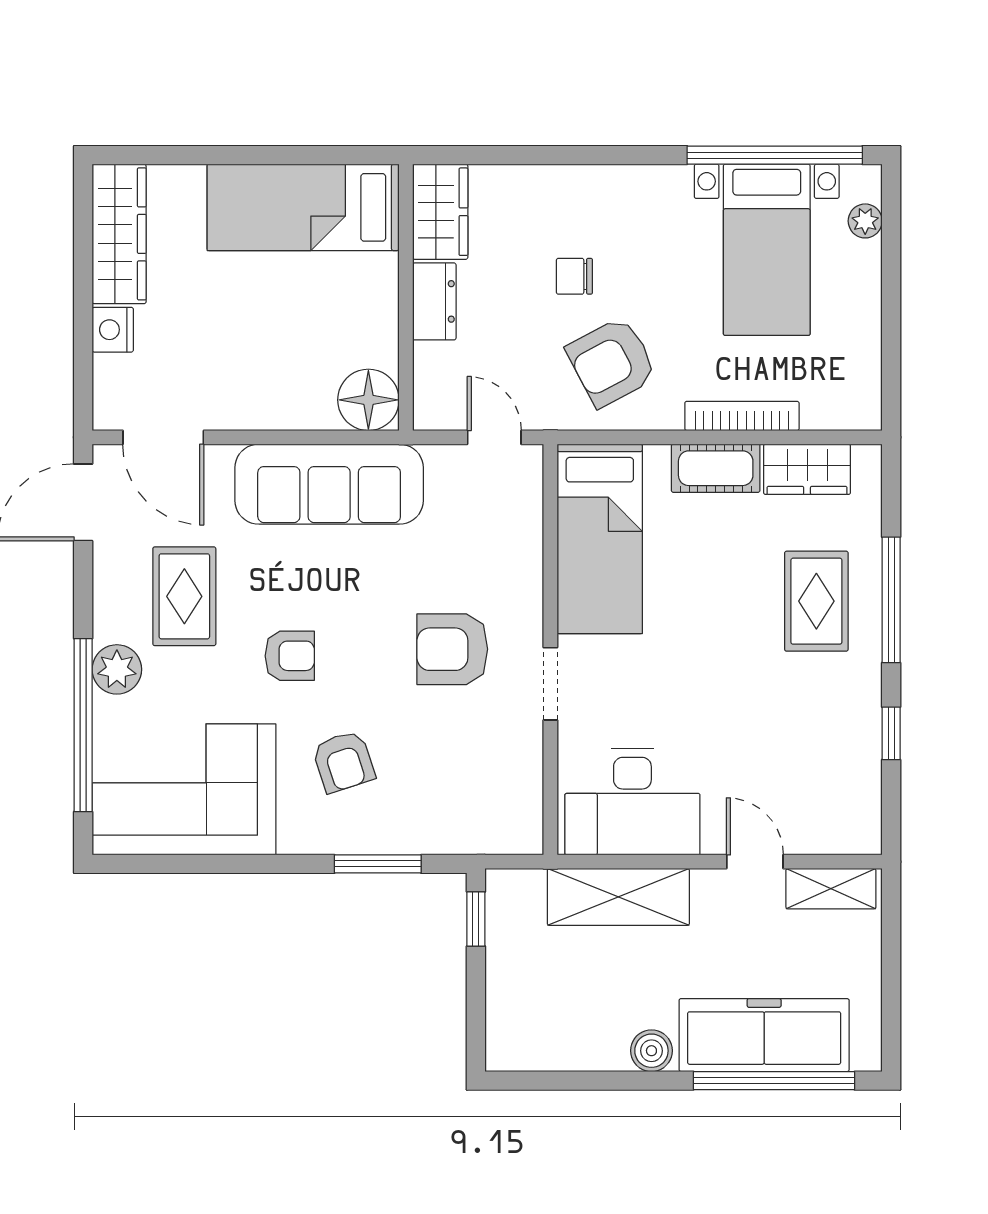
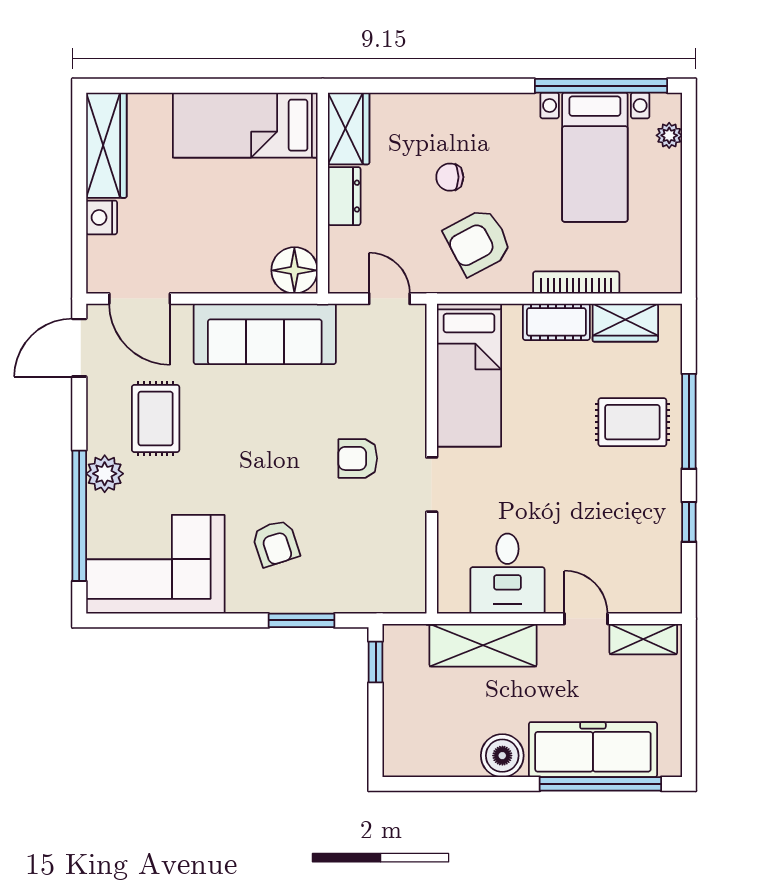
rug: (816, 601) -> (632, 422), turned 90
armchair: (452, 649) -> (358, 458), width x0.72, depth x0.72
armchair: (290, 656) -> (235, 463), removed
desk: (632, 802) -> (507, 574), width x0.73
boiler: (651, 1051) -> (502, 756), width x1.36, depth x1.36

